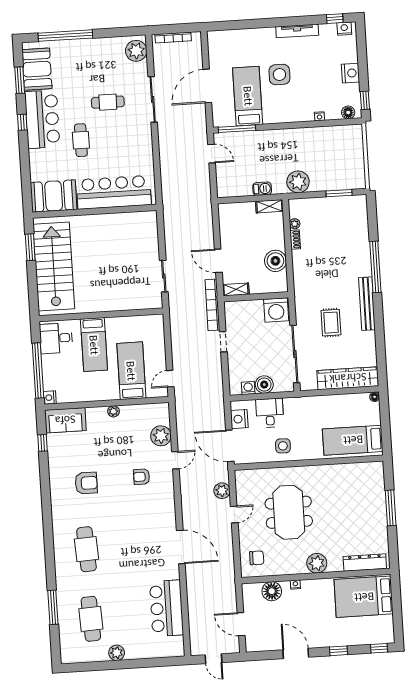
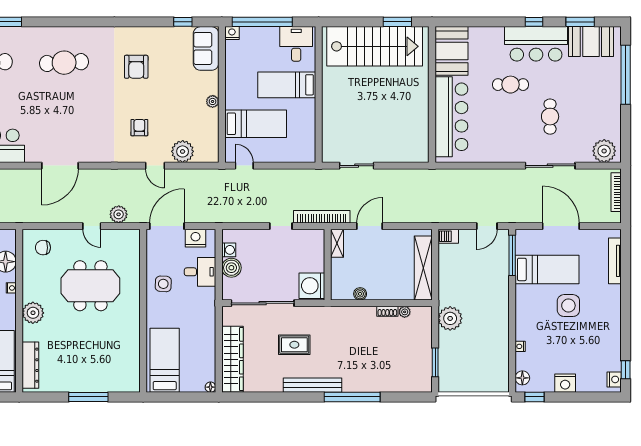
tv unit: (297, 31) -> (615, 261), moved
barbecue: (262, 189) -> (448, 236), moved, turned 90
shelving: (269, 206) -> (423, 268), width x2.20, depth x1.33
boiler: (275, 261) -> (360, 294), width x0.54, depth x0.54
chair: (257, 558) -> (43, 248), turned 90

